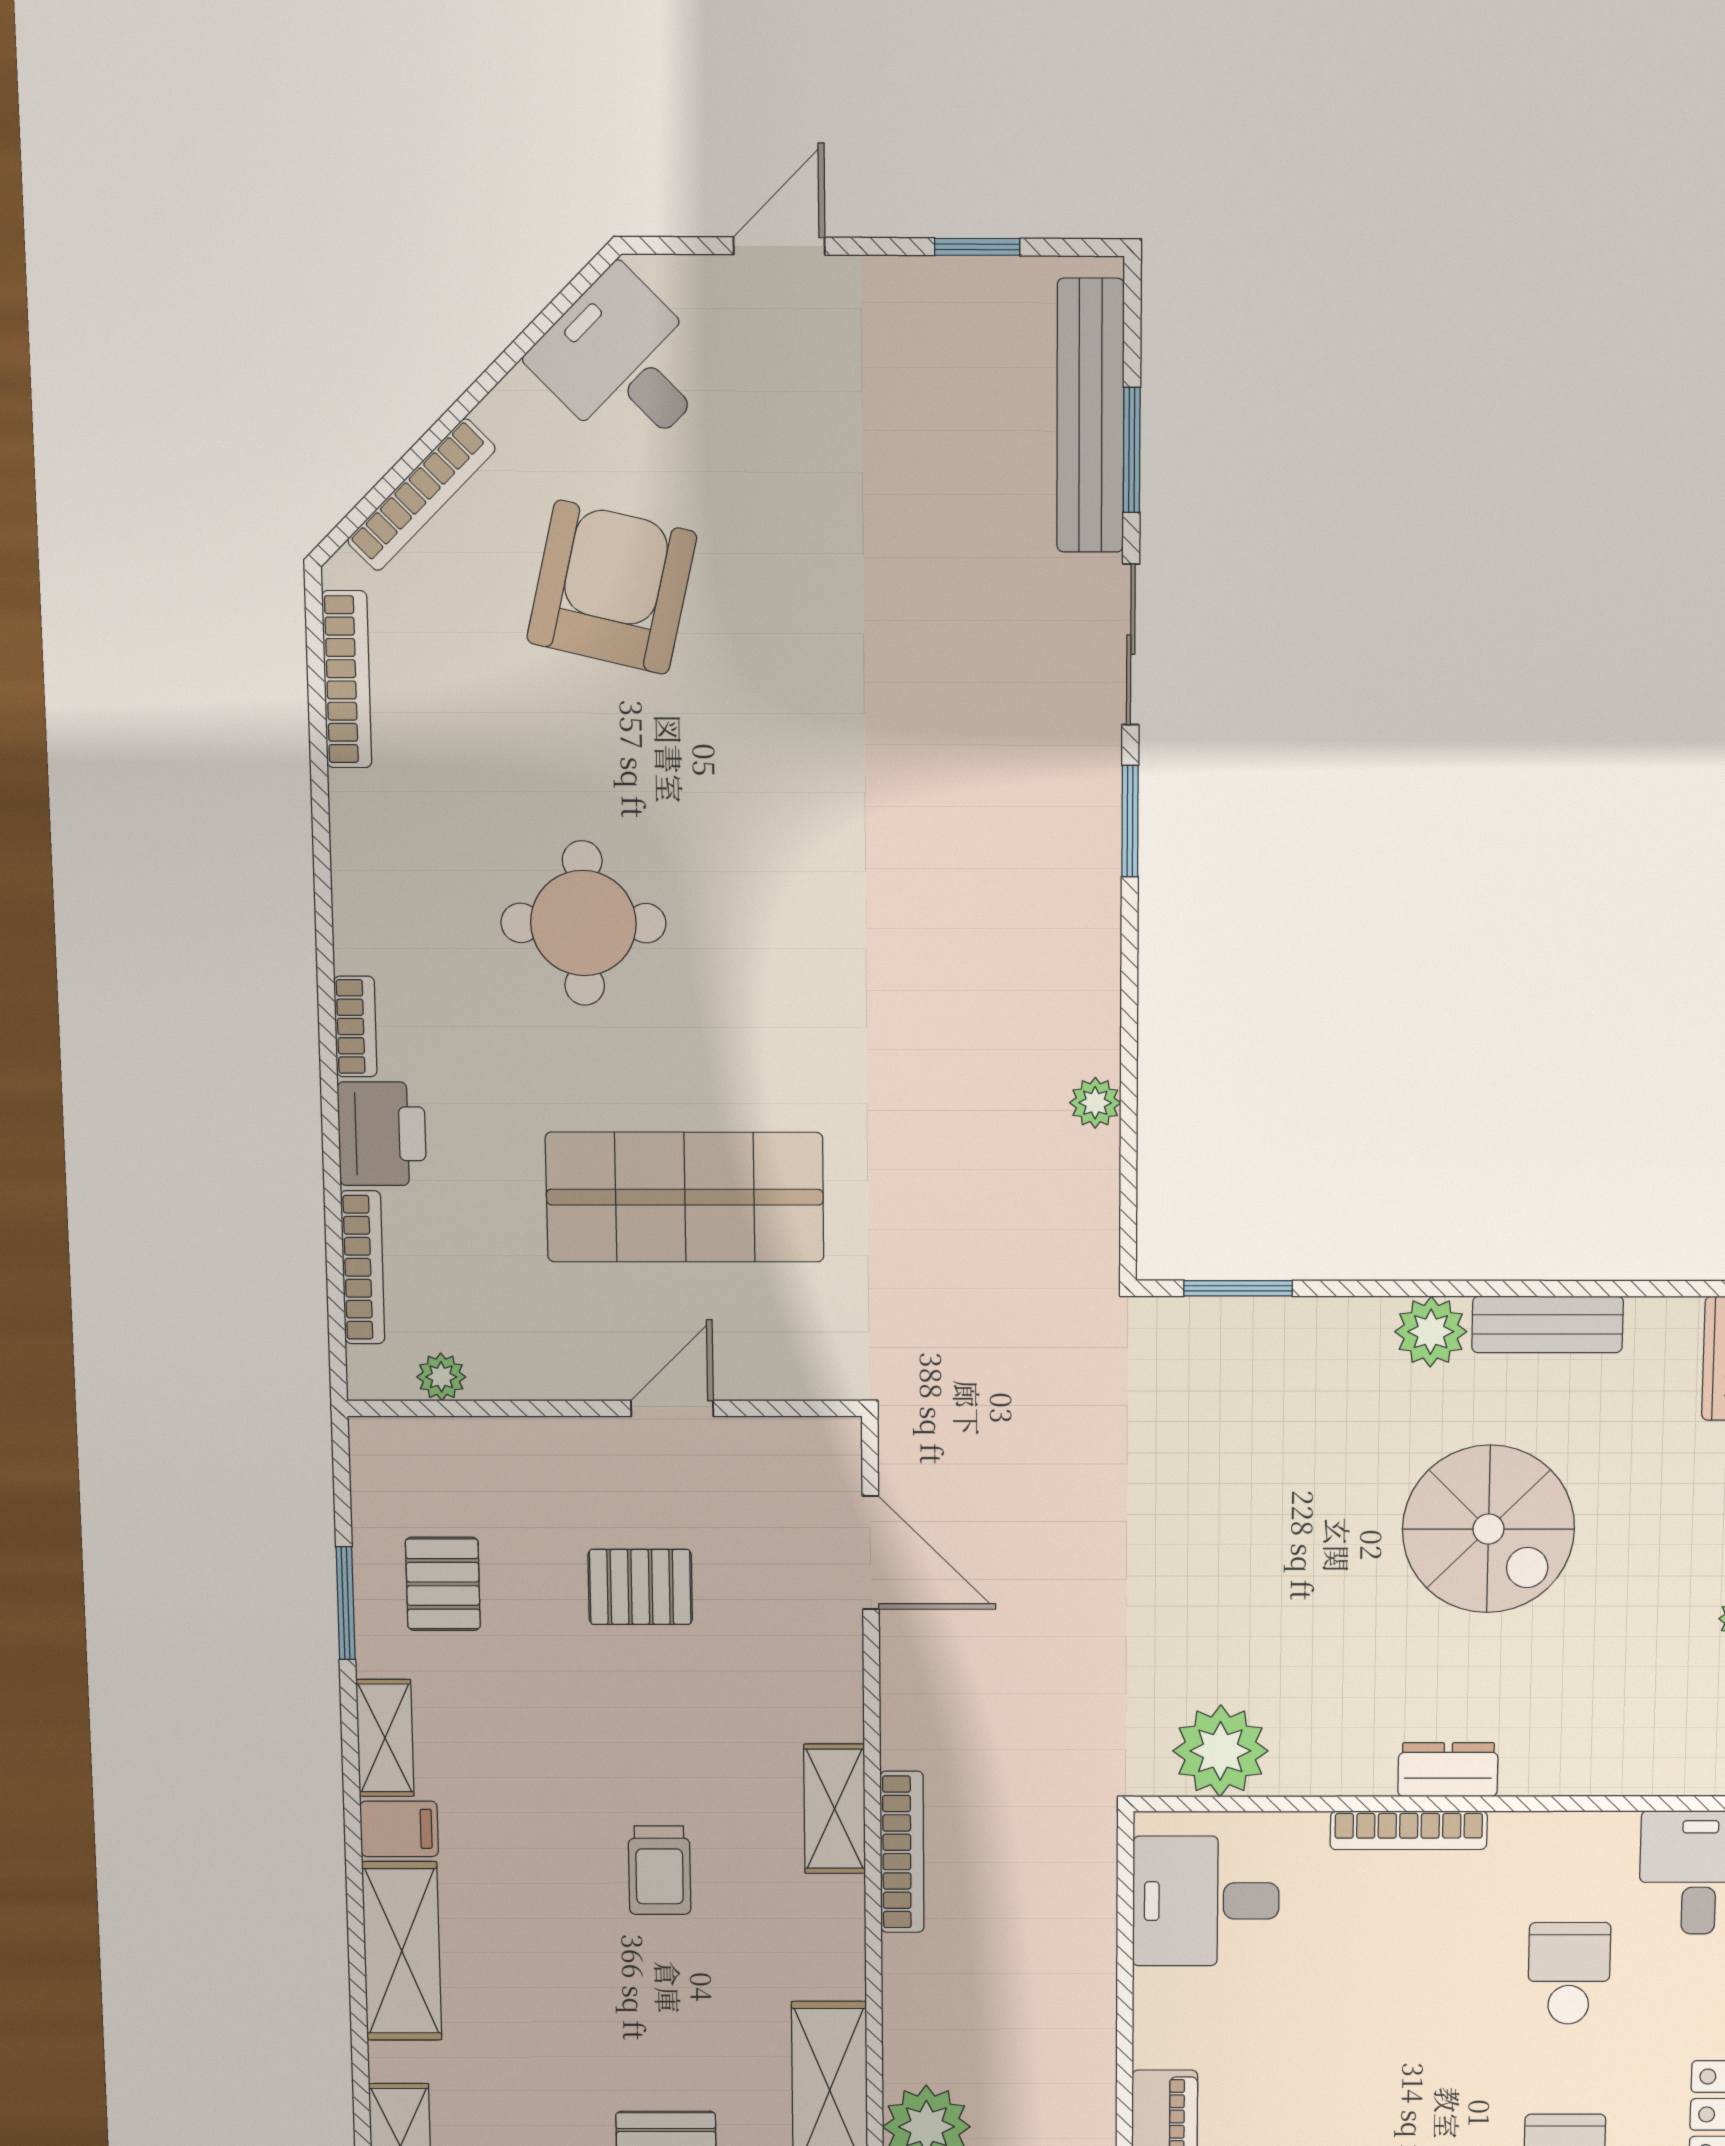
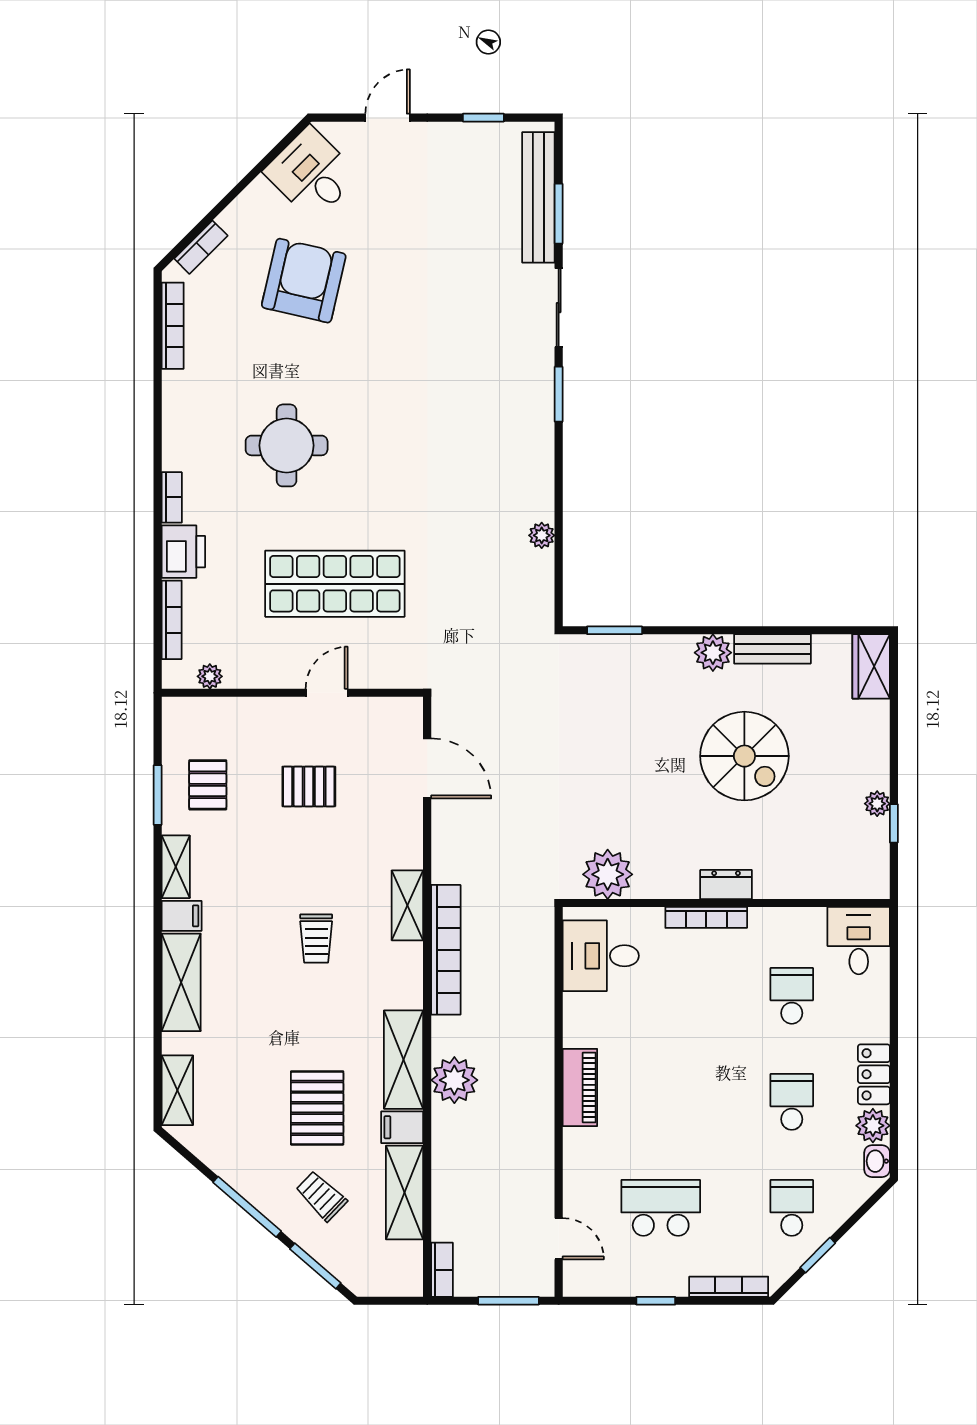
bookcase: (421, 495) -> (201, 247), width x0.64
bookcase: (902, 1852) -> (446, 950), width x1.48, depth x1.31

